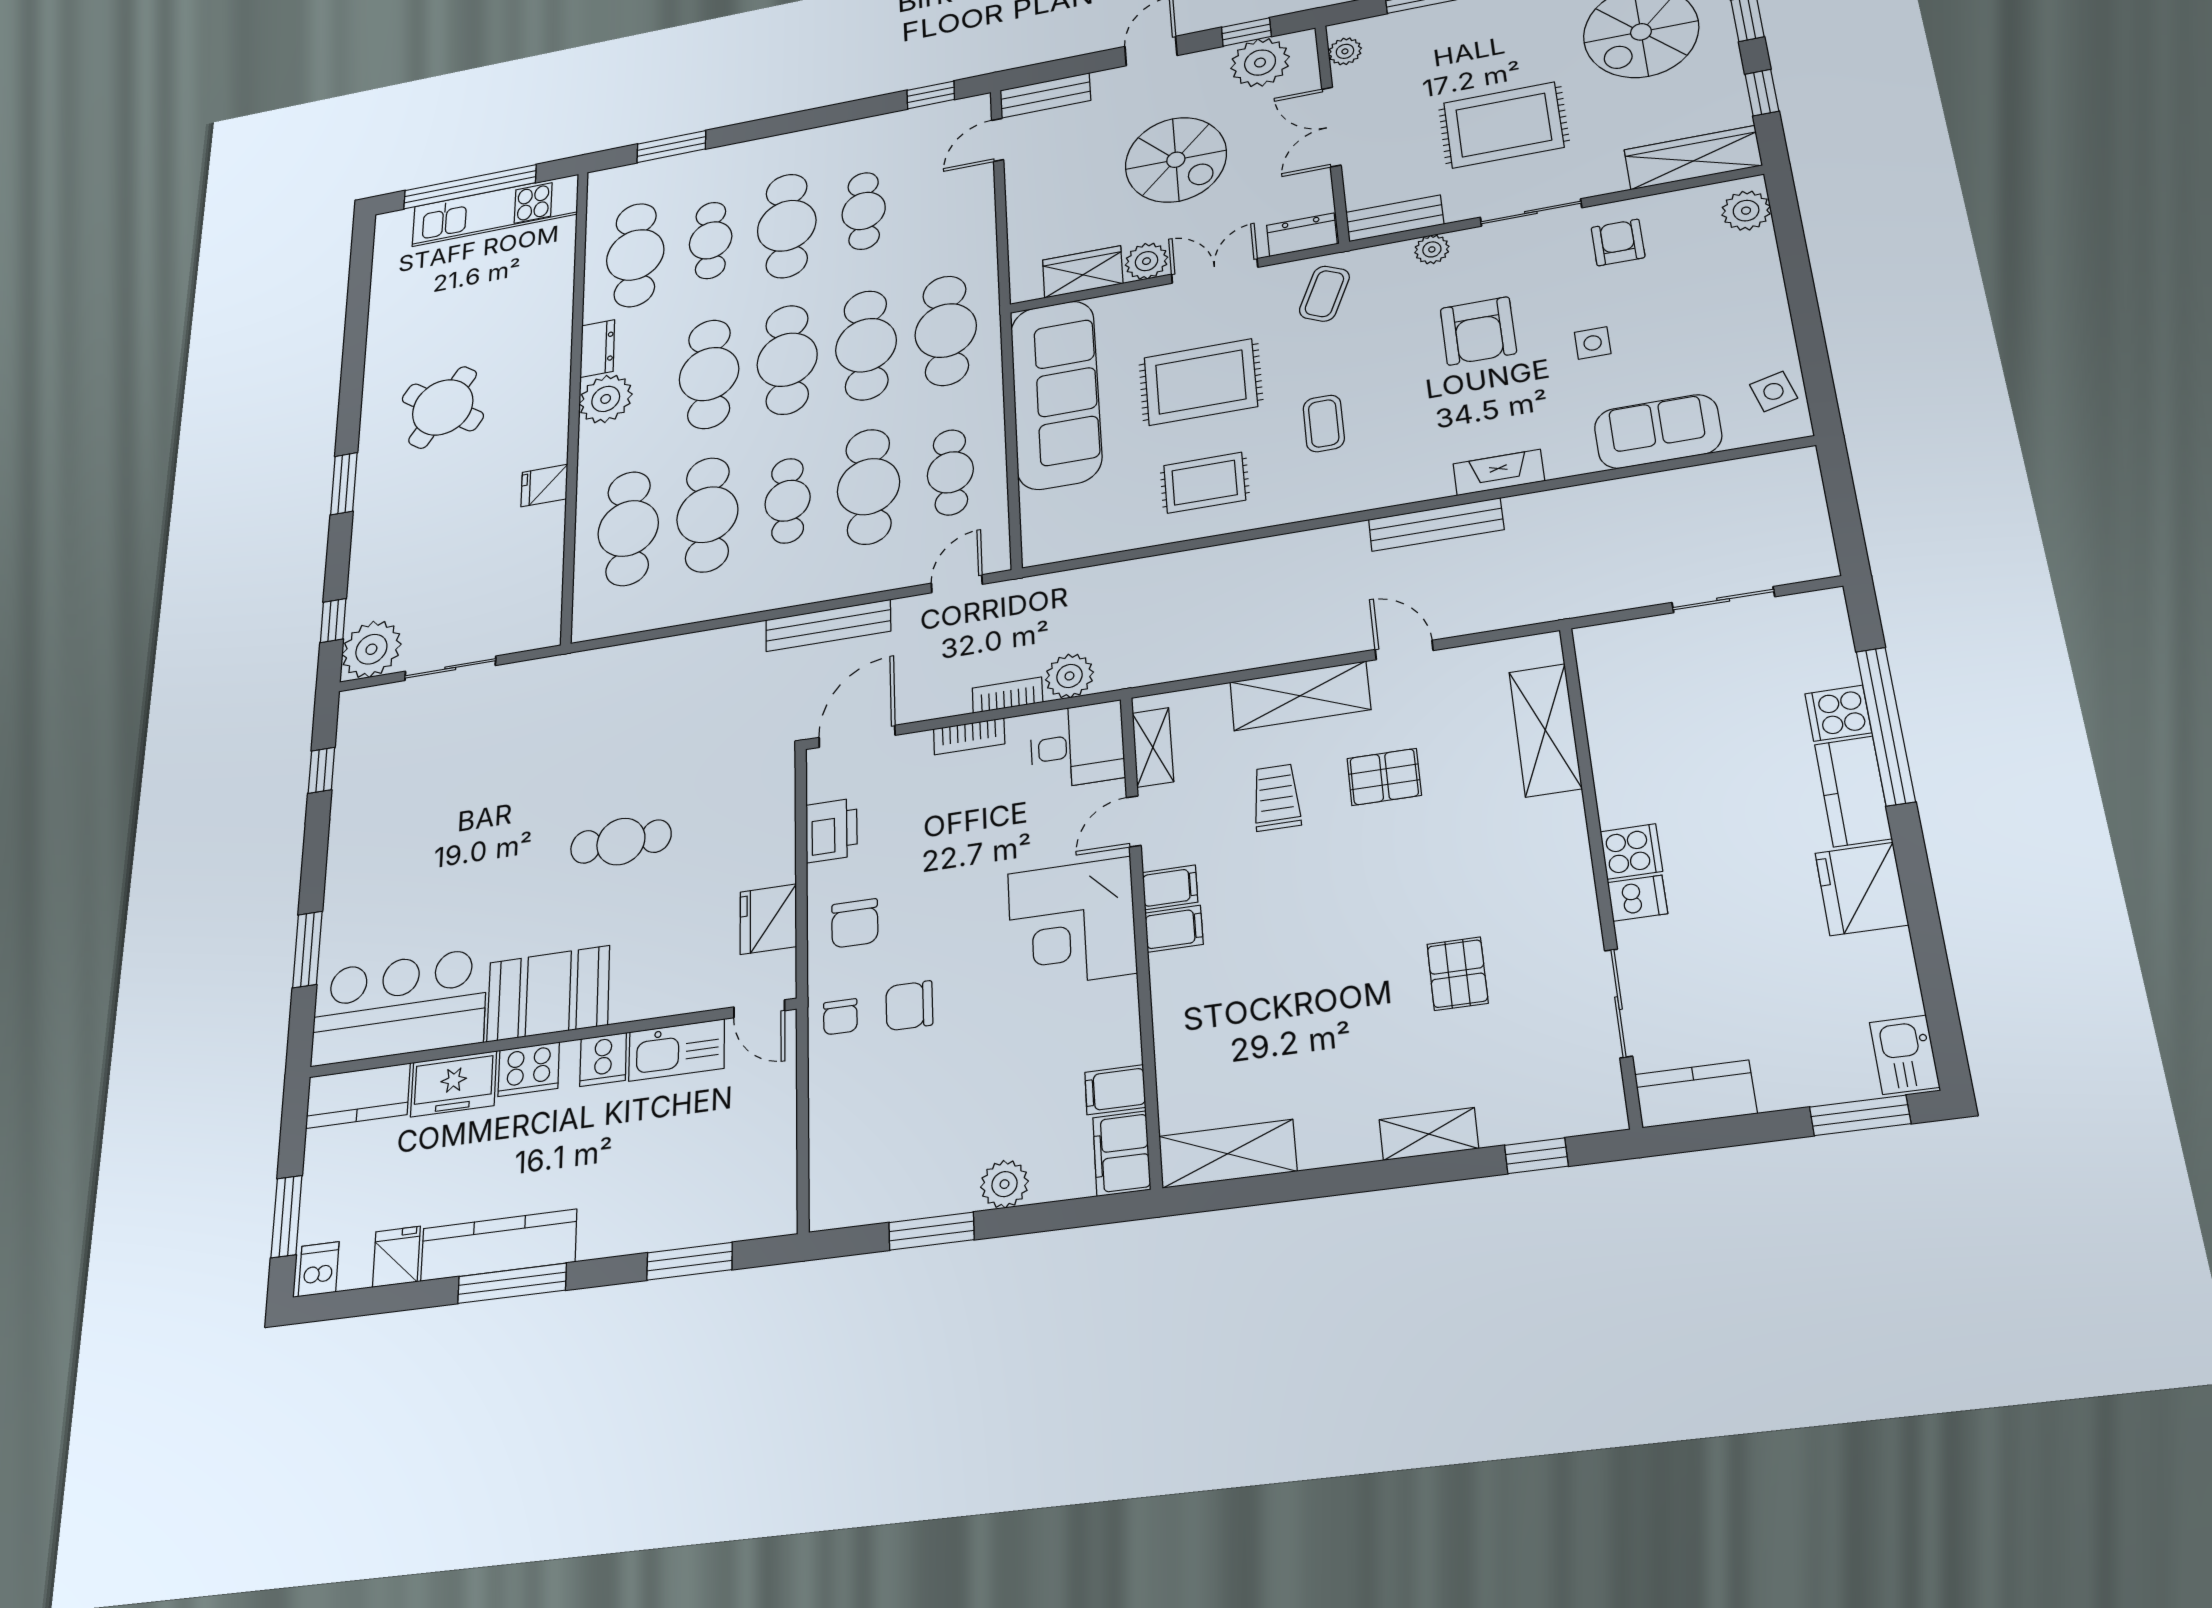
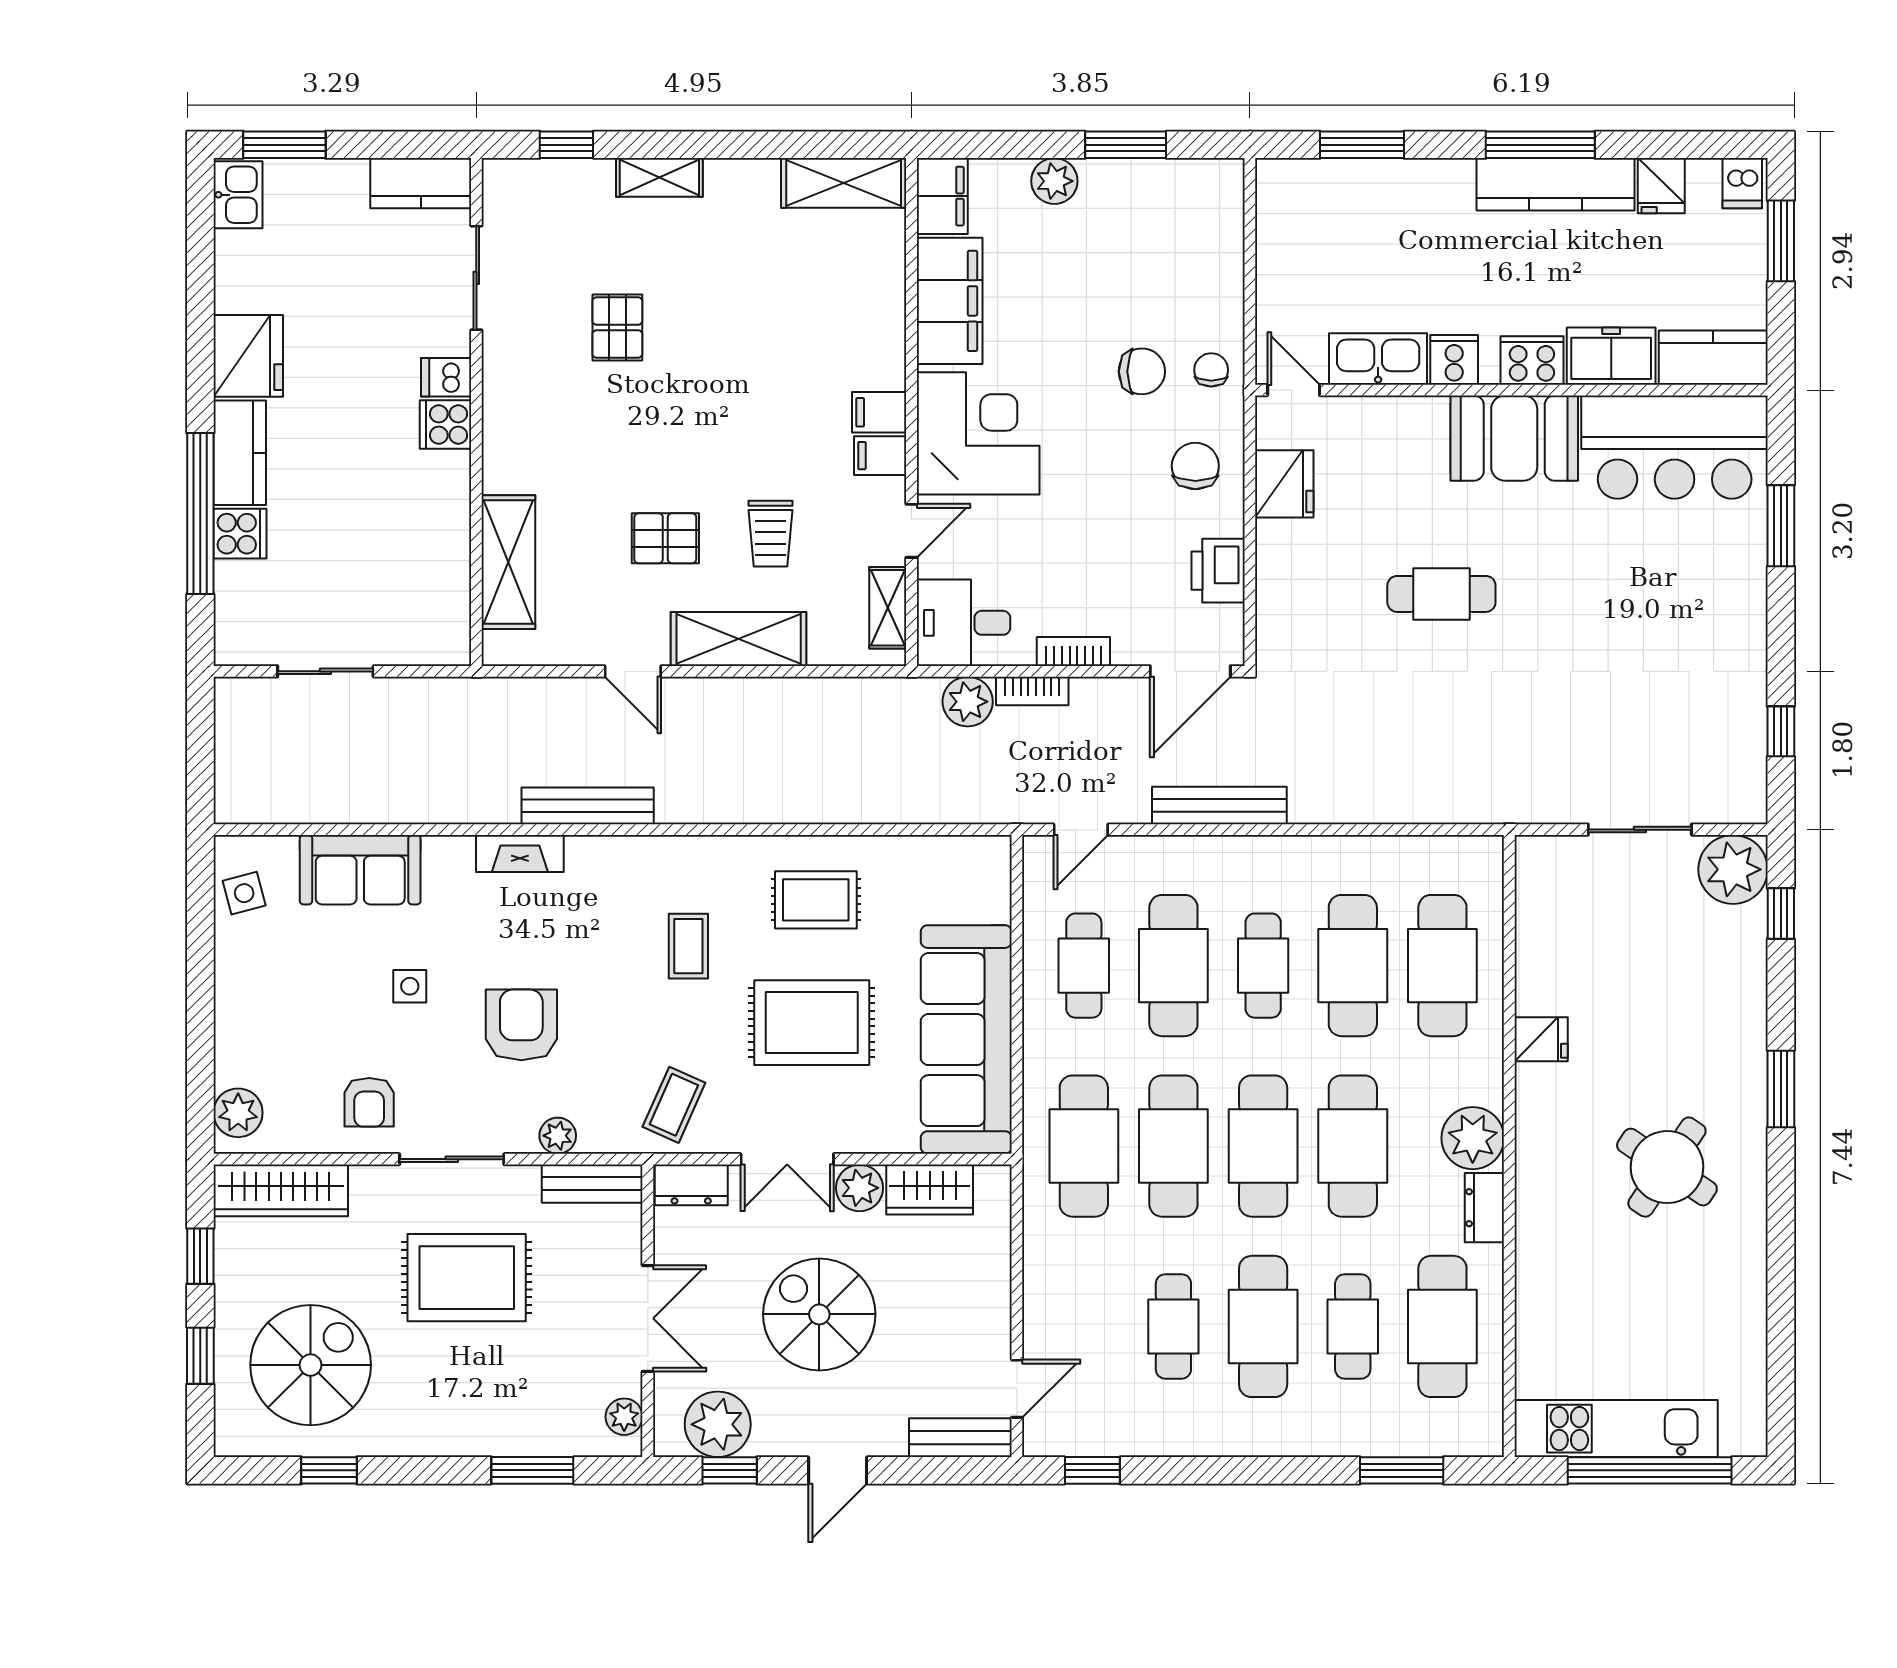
filing cabinet: (1115, 1090) -> (950, 301), width x3.00, depth x1.17

